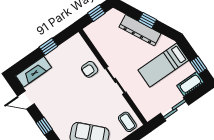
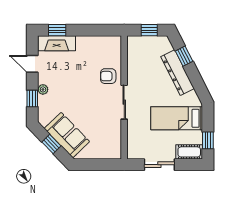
window: (147, 20) -> (184, 56), moved
window: (48, 47) -> (57, 30), moved
plant: (47, 114) -> (43, 89), added
coffee table: (127, 122) -> (109, 147), removed

